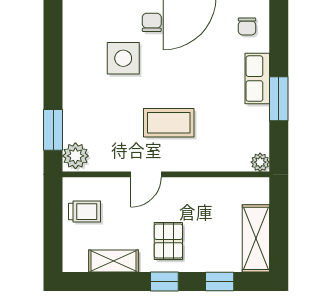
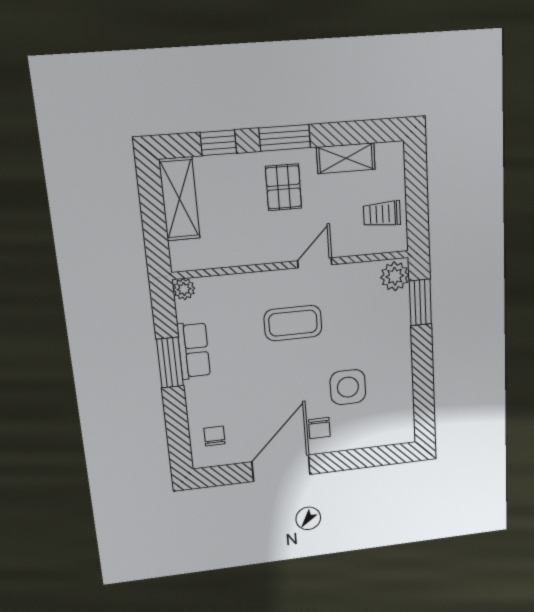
row of seats: (257, 79) -> (194, 350), moved
window: (164, 281) -> (285, 138), width x1.50

